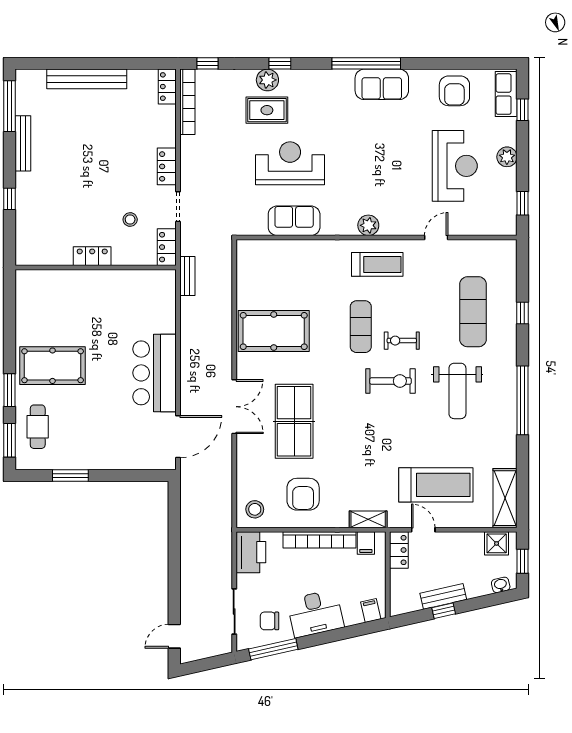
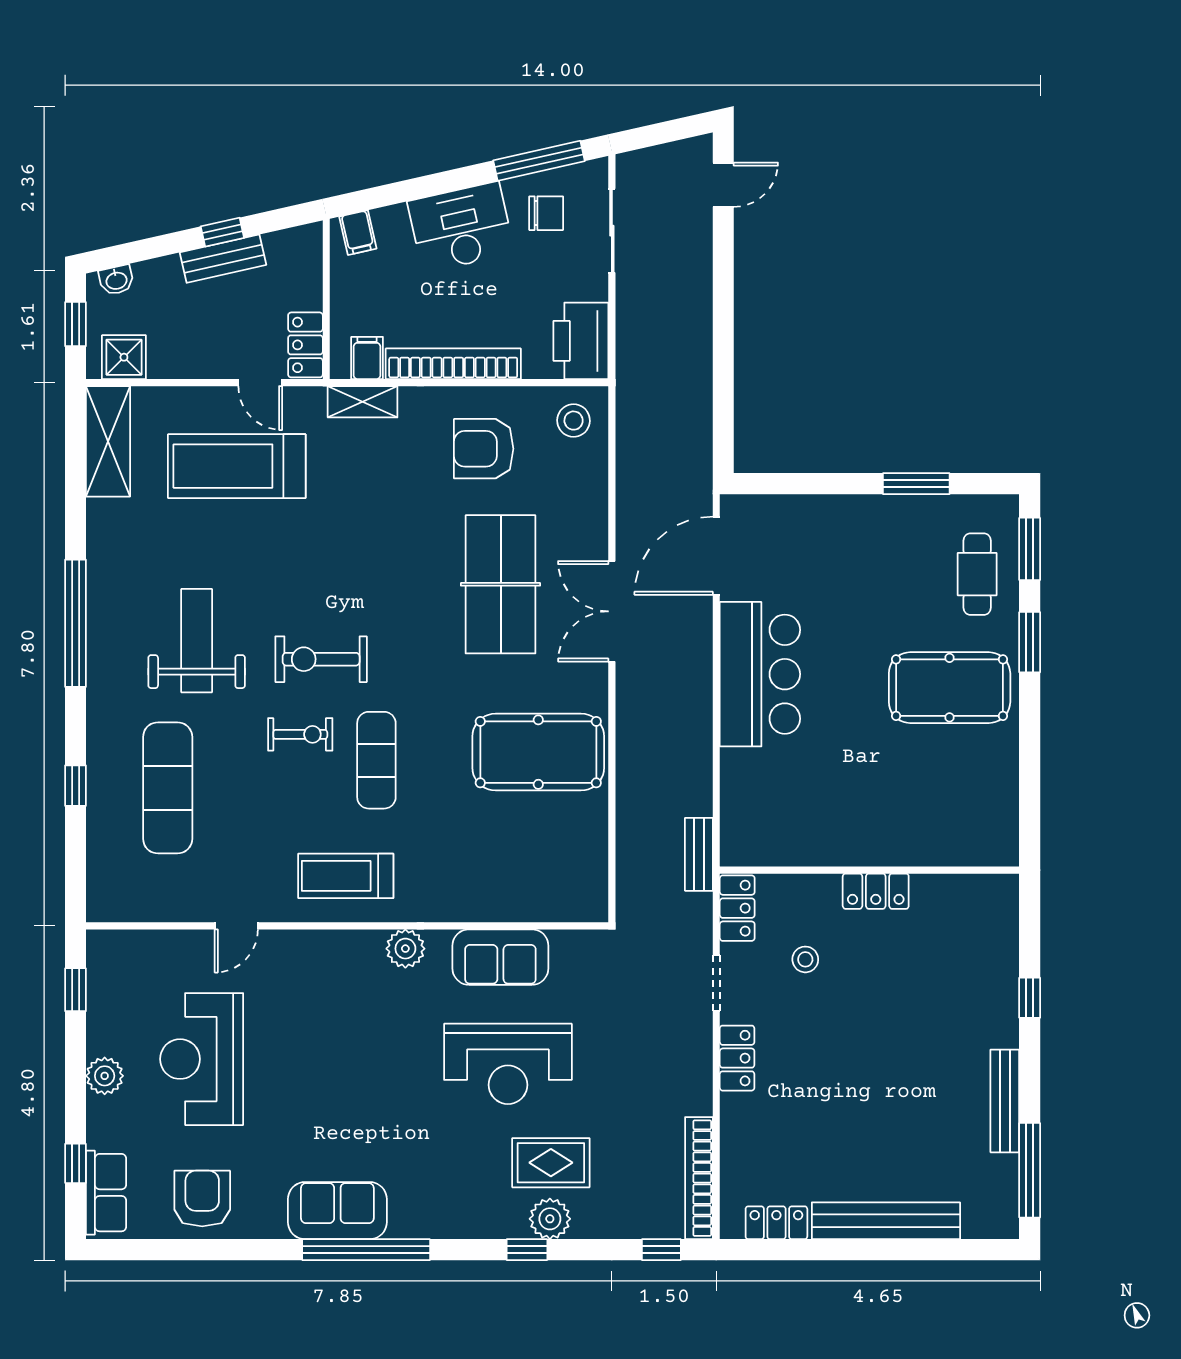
locker: (167, 87) -> (776, 1223), moved, turned -90
plant: (368, 225) -> (405, 949), moved
armchair: (303, 494) -> (484, 449), turned -90

